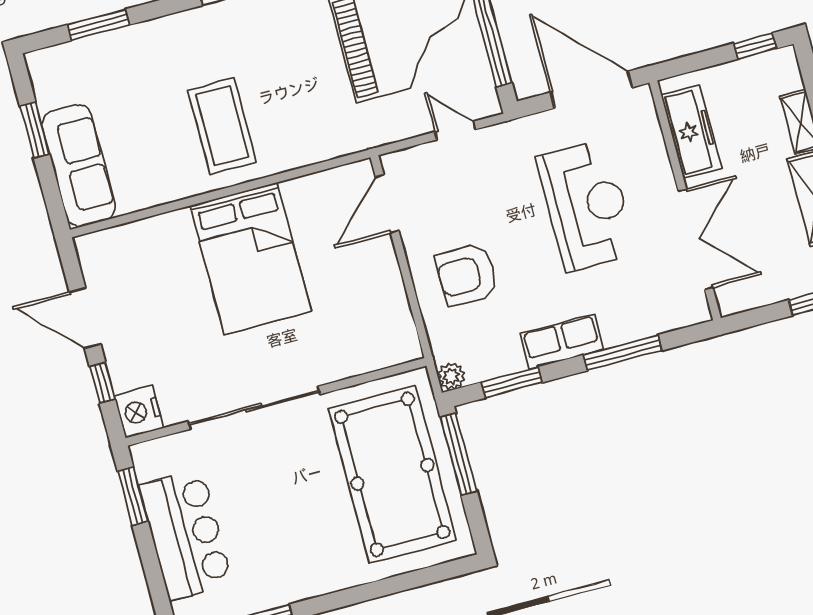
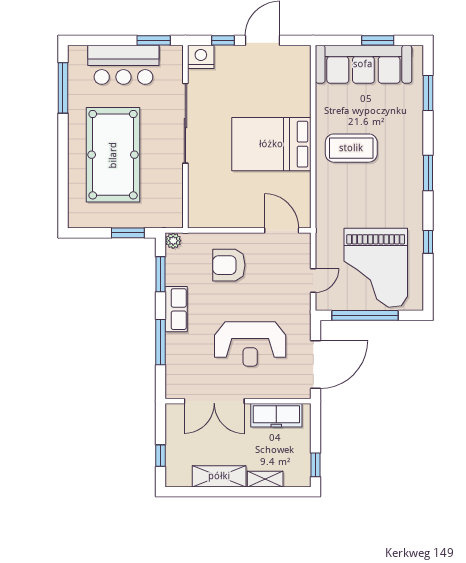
sofa: (79, 166) -> (363, 64), width x1.36, depth x1.27
armchair: (467, 275) -> (229, 265), turned -90
window: (458, 454) -> (128, 233), width x0.69
pool table: (392, 474) -> (113, 155), moved, turned 90

